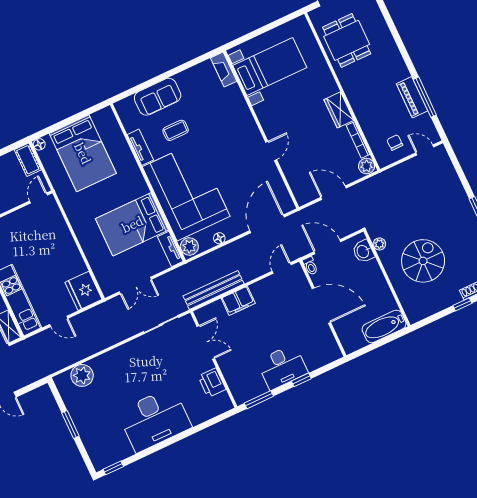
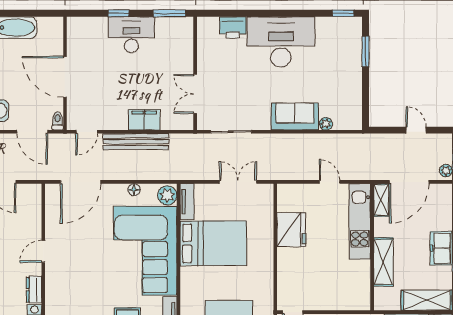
dresser: (264, 115) -> (34, 290), added
bench: (214, 290) -> (136, 142), moved
fridge: (83, 291) -> (291, 230), moved
sofa: (113, 362) -> (295, 117), added
plant: (82, 375) -> (326, 124), width x0.53, depth x0.53
printer: (212, 383) -> (233, 27), moved, turned 90
window: (70, 424) -> (365, 52), moved

